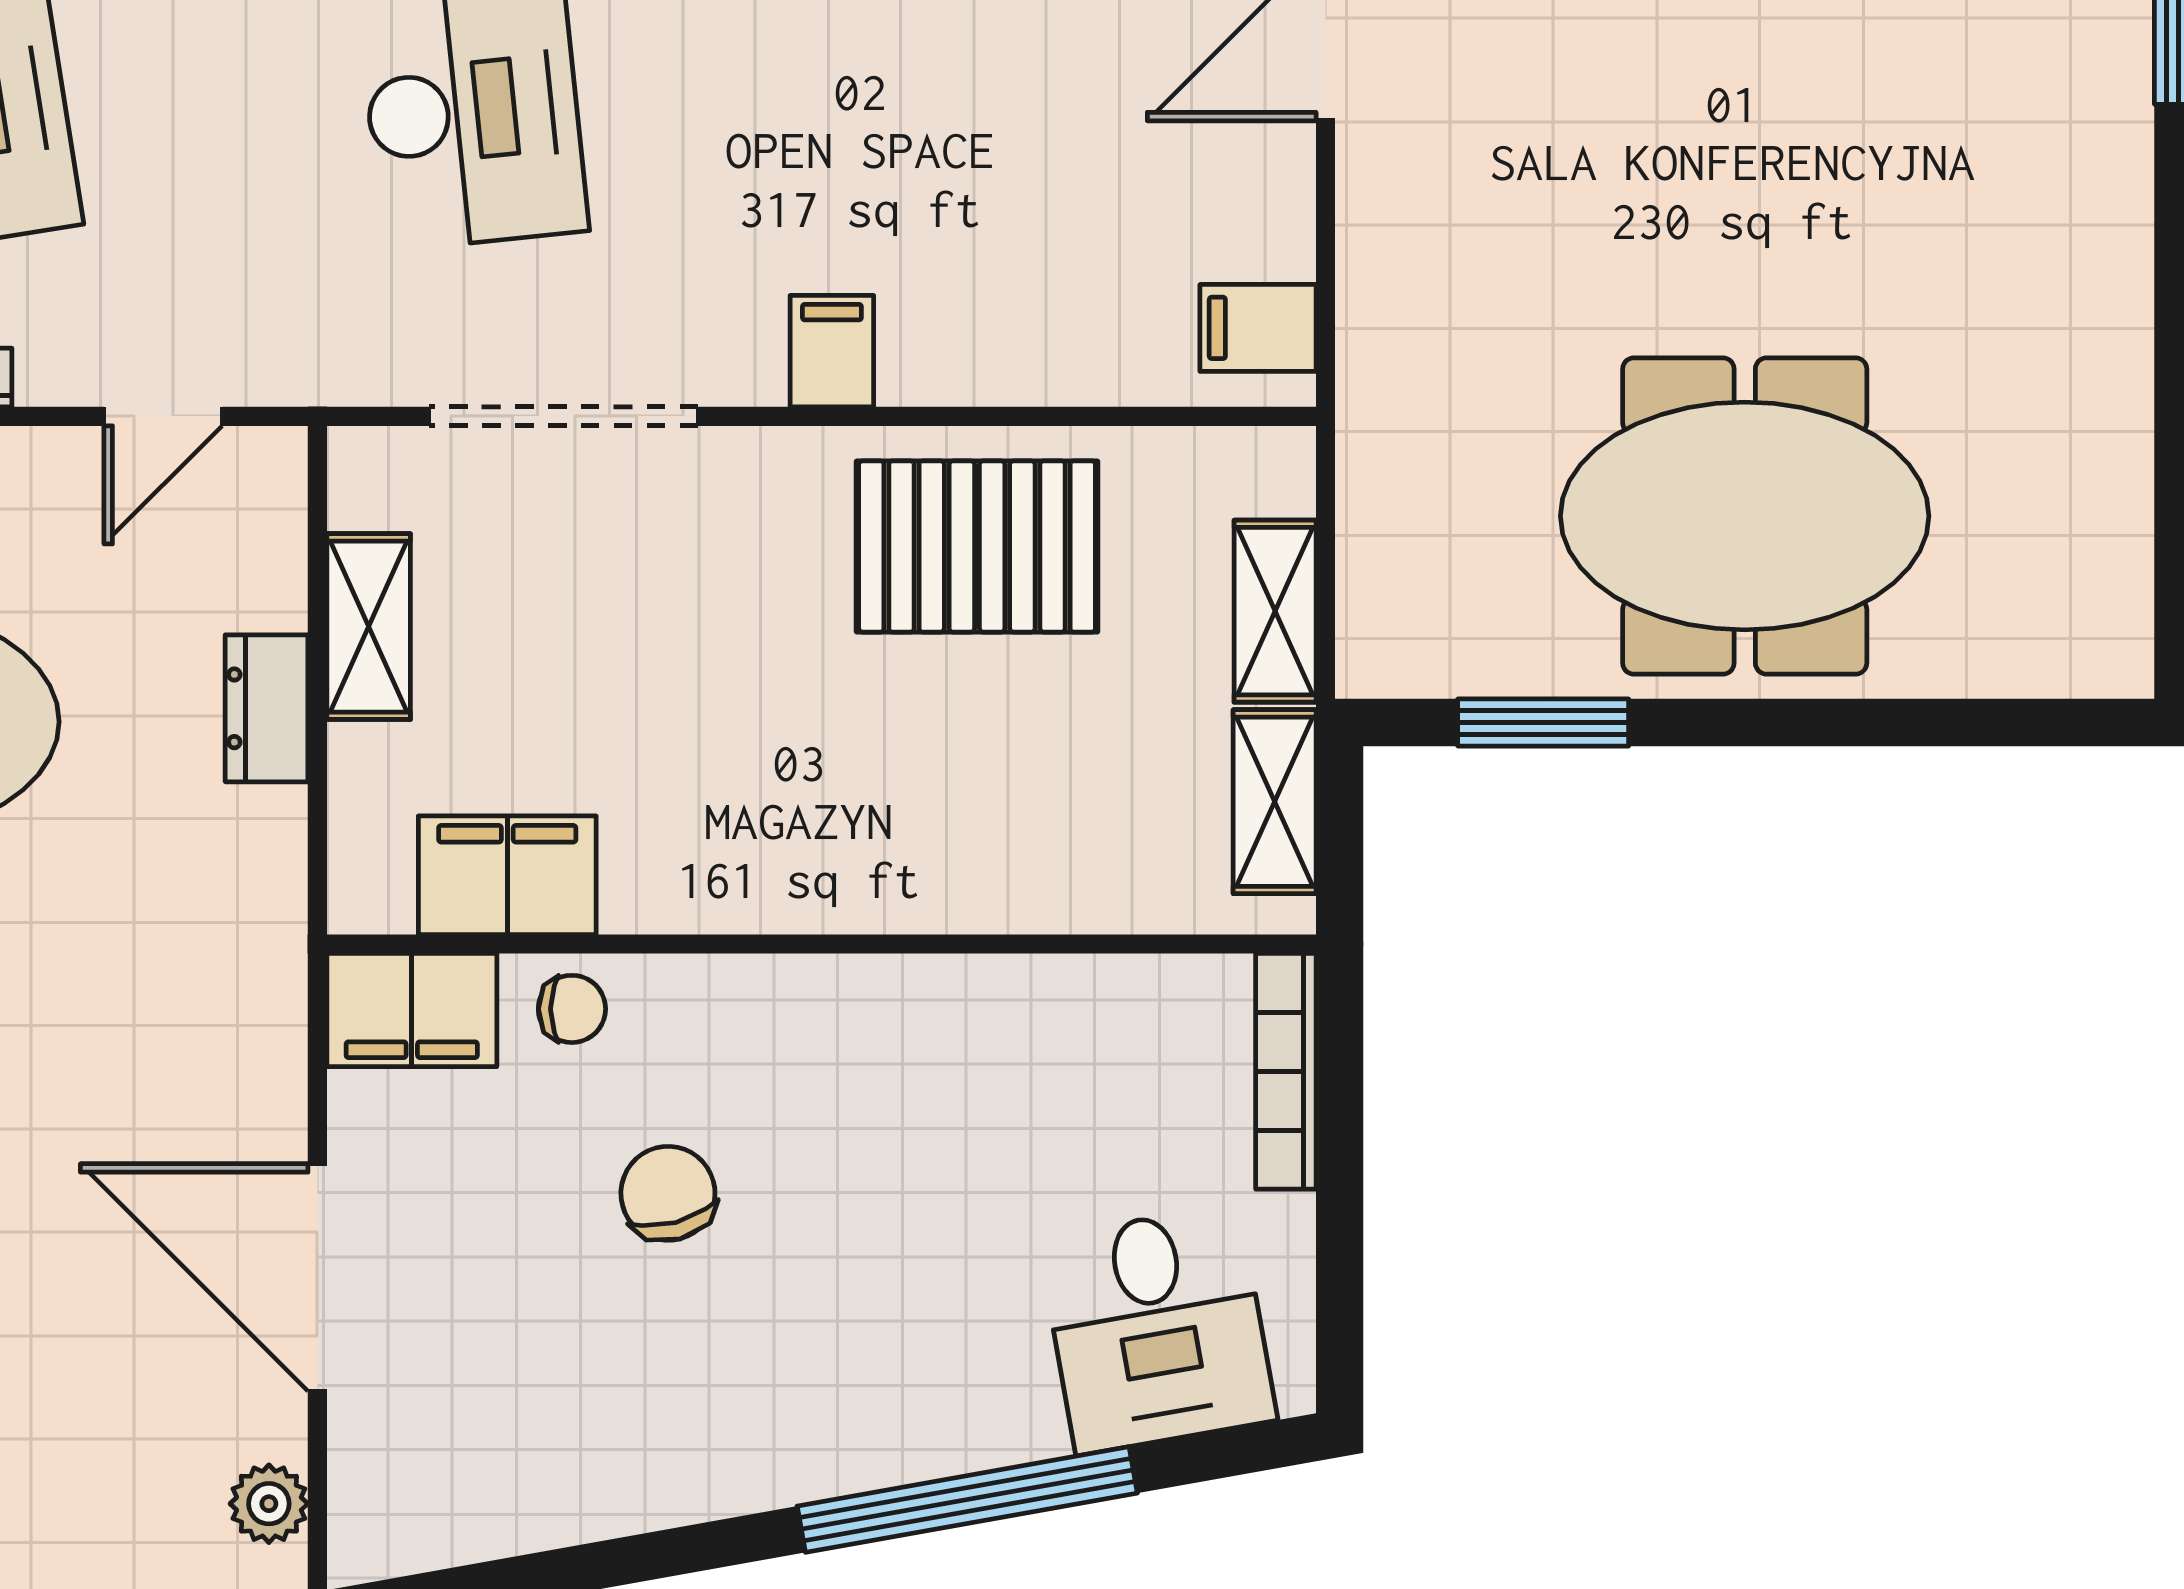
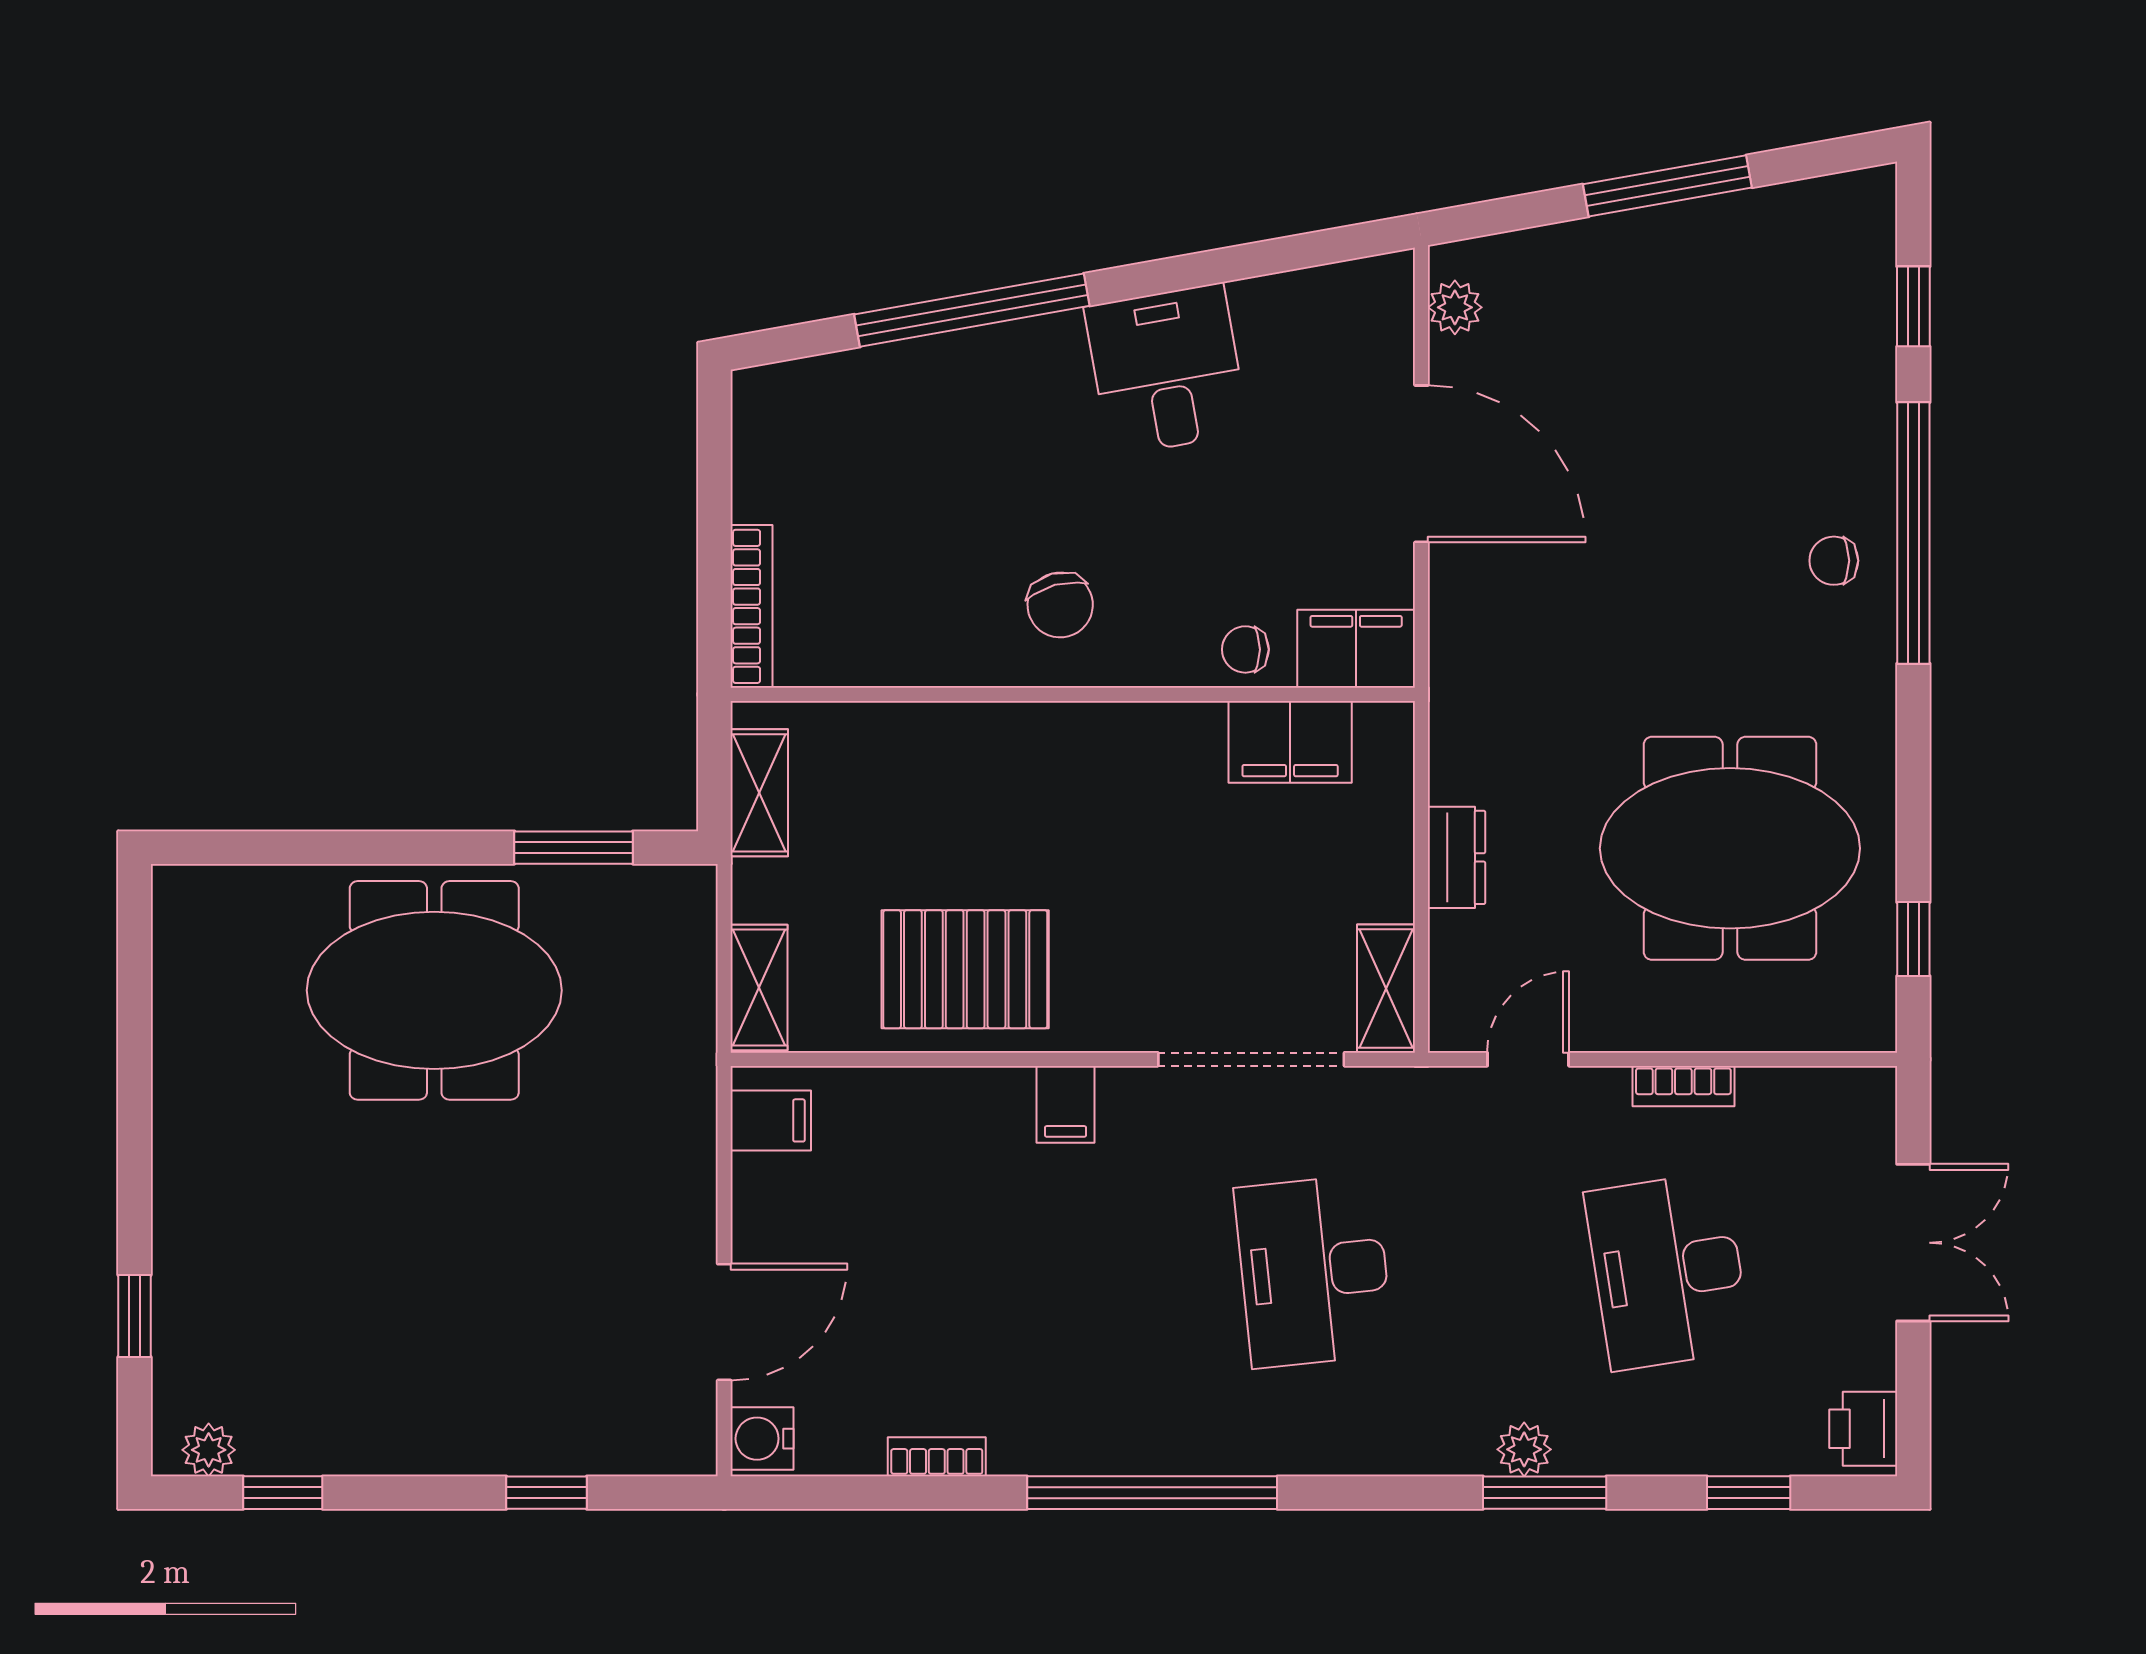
shelving: (1275, 611) -> (759, 987), moved
shelving: (369, 627) -> (1386, 989), moved
chair: (668, 1193) -> (1060, 605), moved
desk: (1157, 1329) -> (1167, 370), moved

